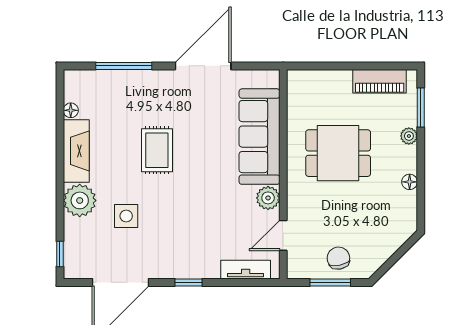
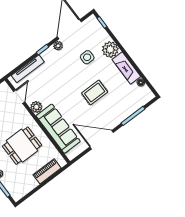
door: (203, 66) -> (102, 140), swing flipped
piano: (380, 81) -> (47, 171), moved
rug: (157, 150) -> (95, 93), turned 90
plant: (159, 270) -> (58, 46), added
tv unit: (246, 270) -> (28, 69), width x1.41

